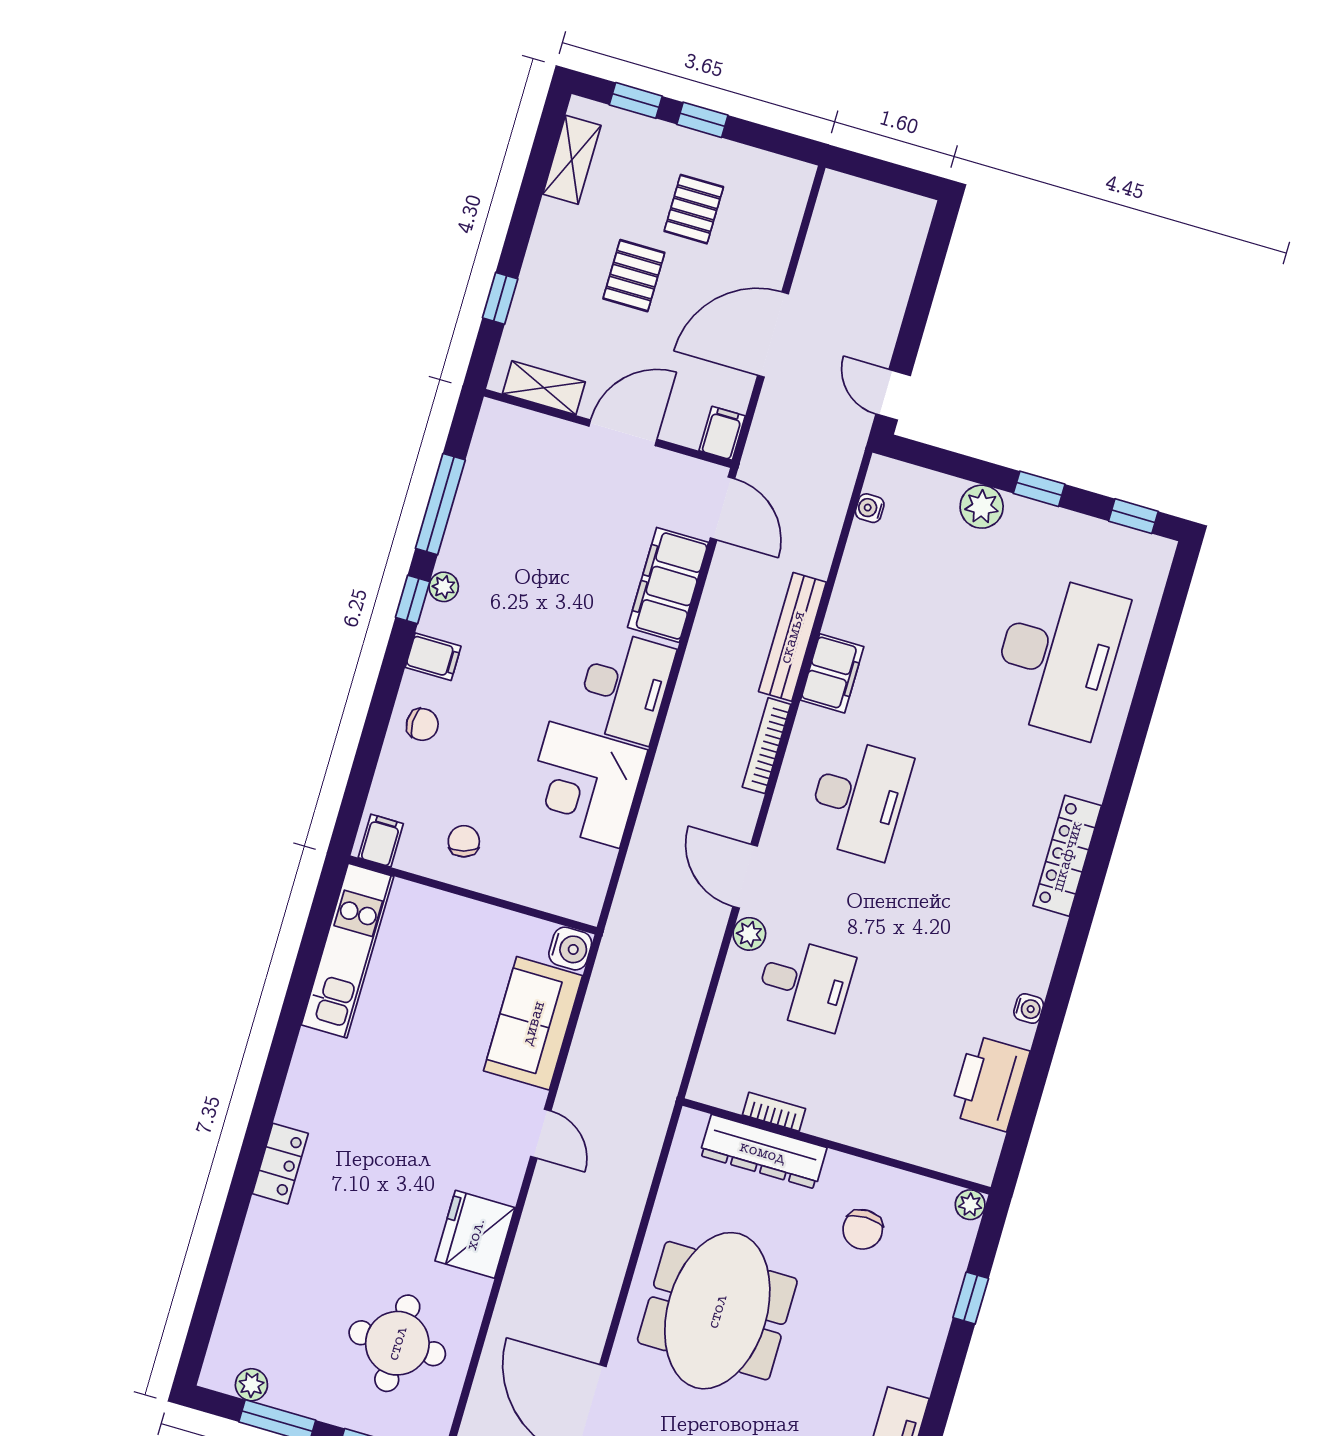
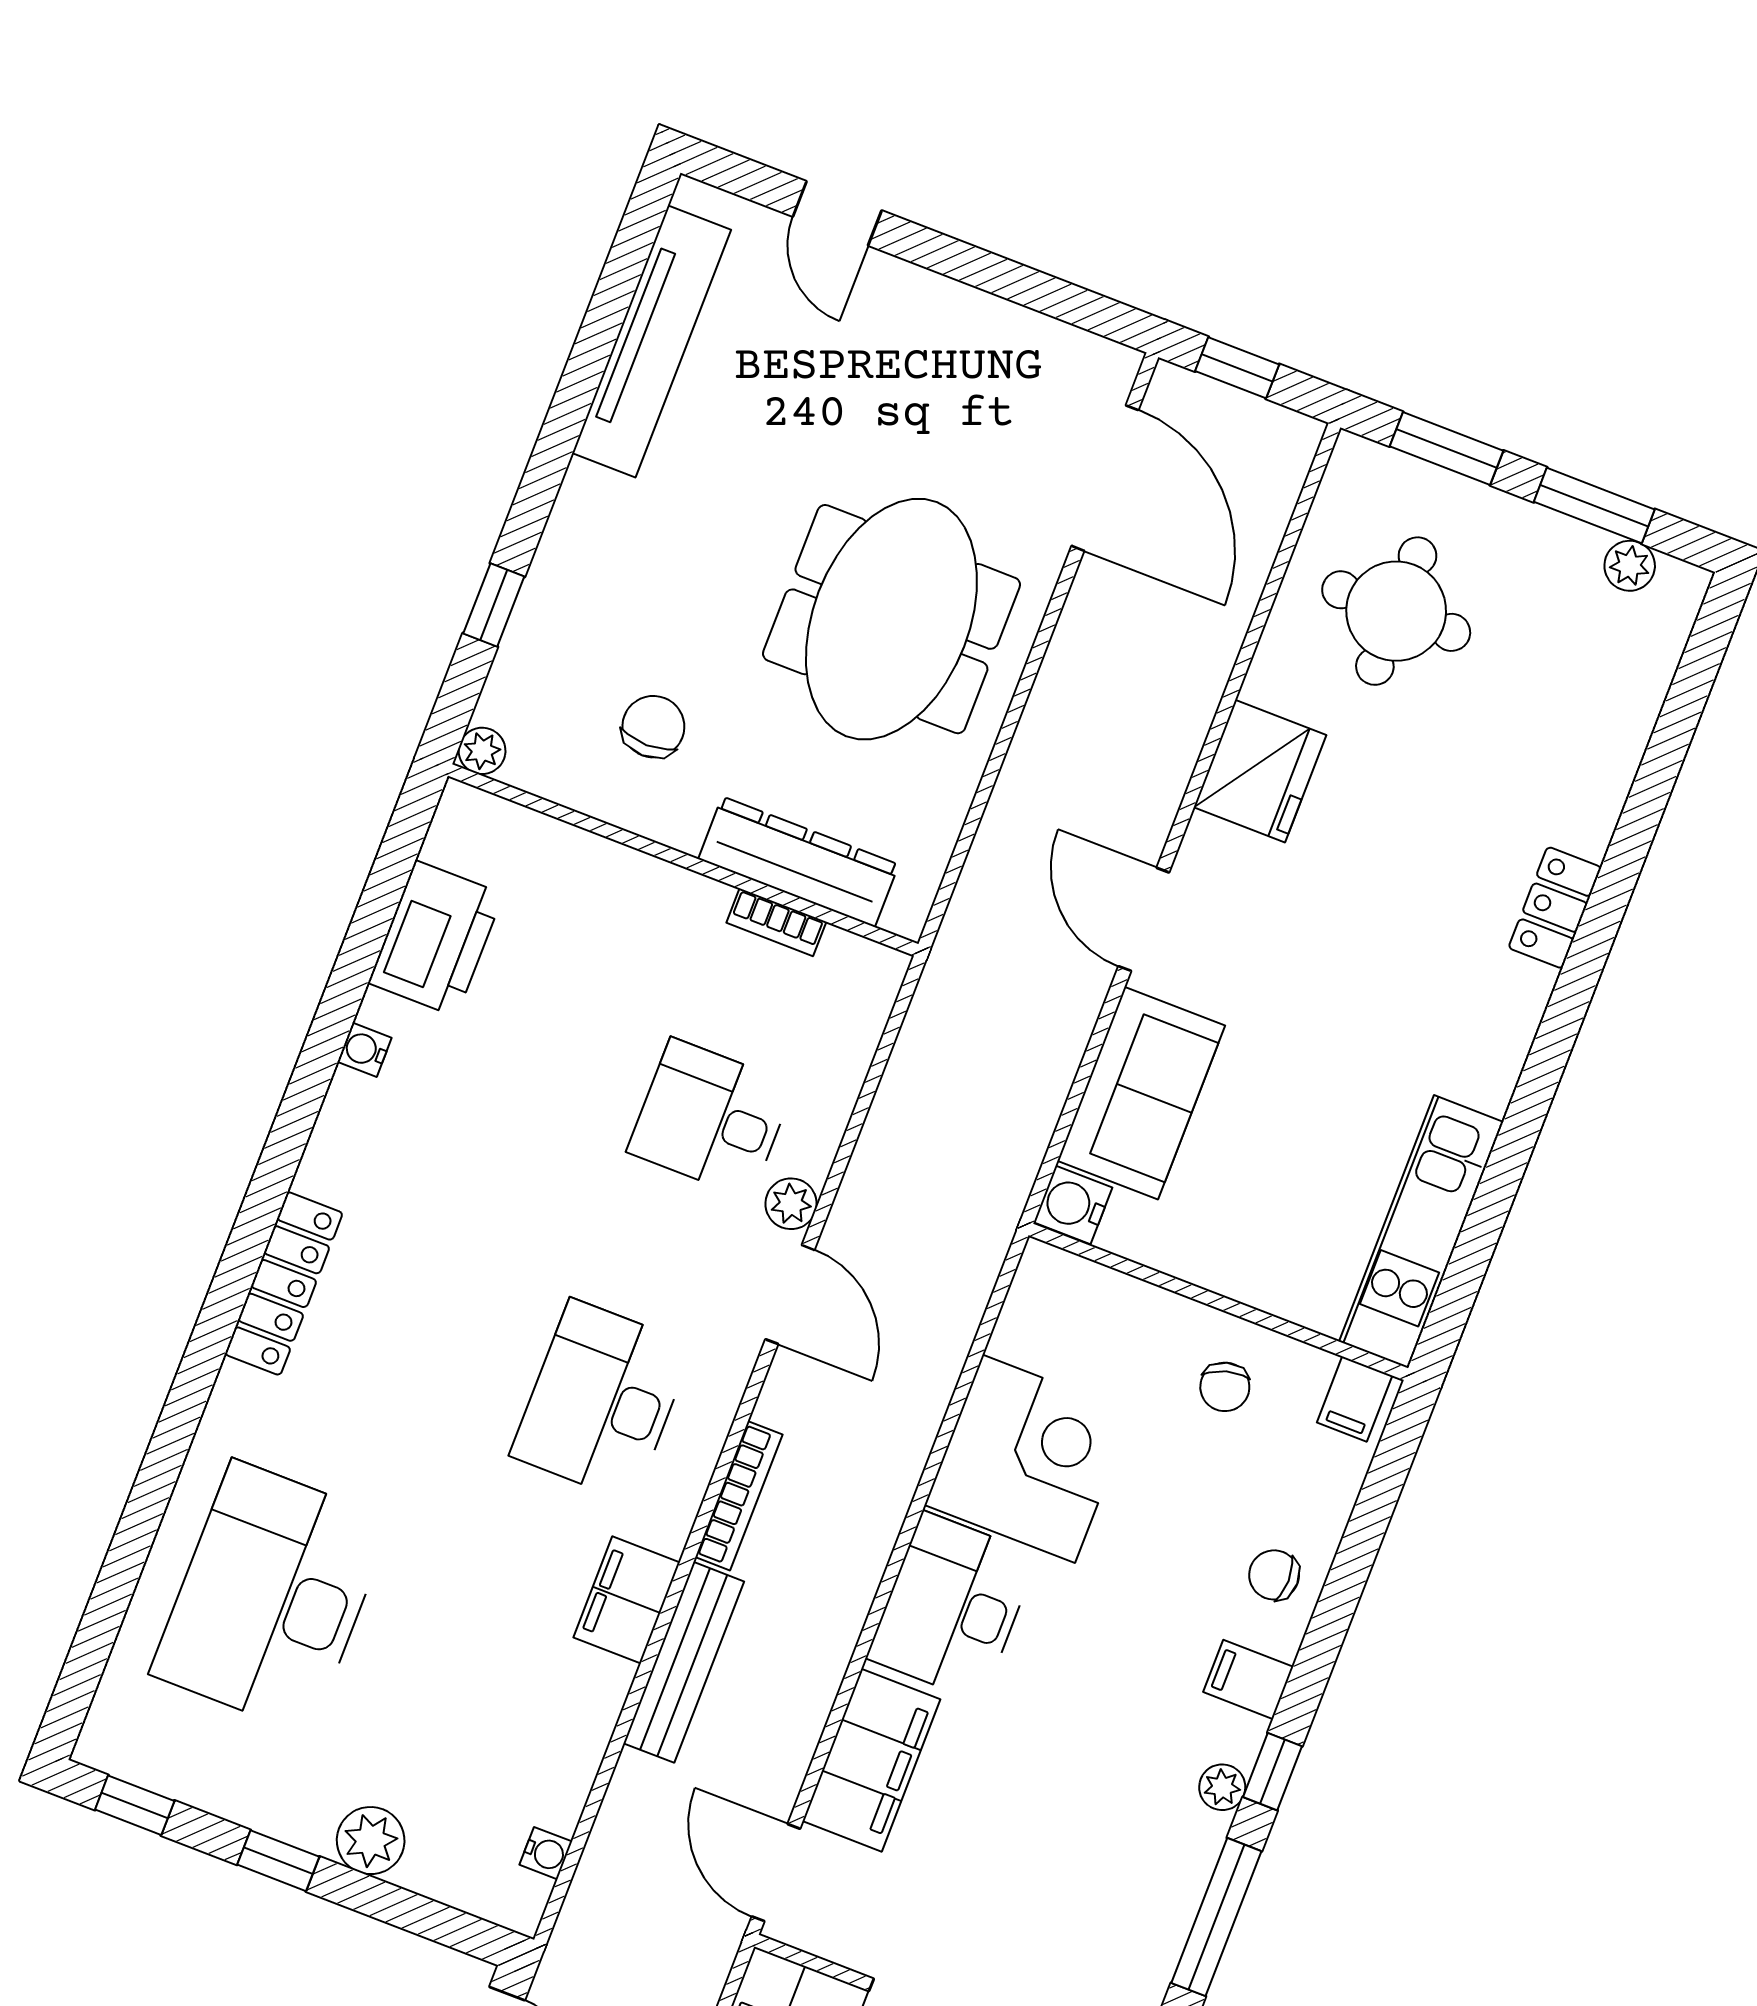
door: (541, 1134) -> (1144, 919), width x1.38

